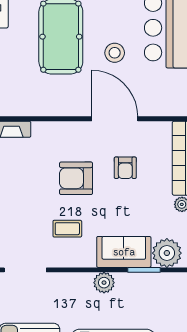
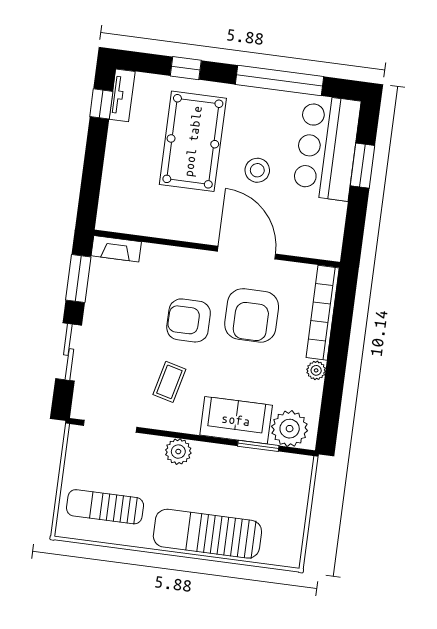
armchair: (125, 168) -> (252, 315), width x1.88, depth x1.88
coffee table: (67, 229) -> (169, 382), turned -76
plant: (104, 283) -> (178, 452), moved

